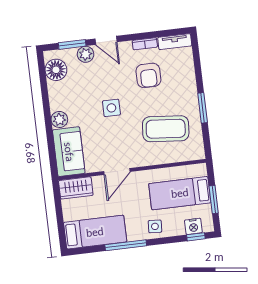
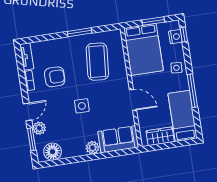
wardrobe: (76, 188) -> (160, 136), moved, turned -90
bed: (180, 193) -> (144, 49), width x1.50

